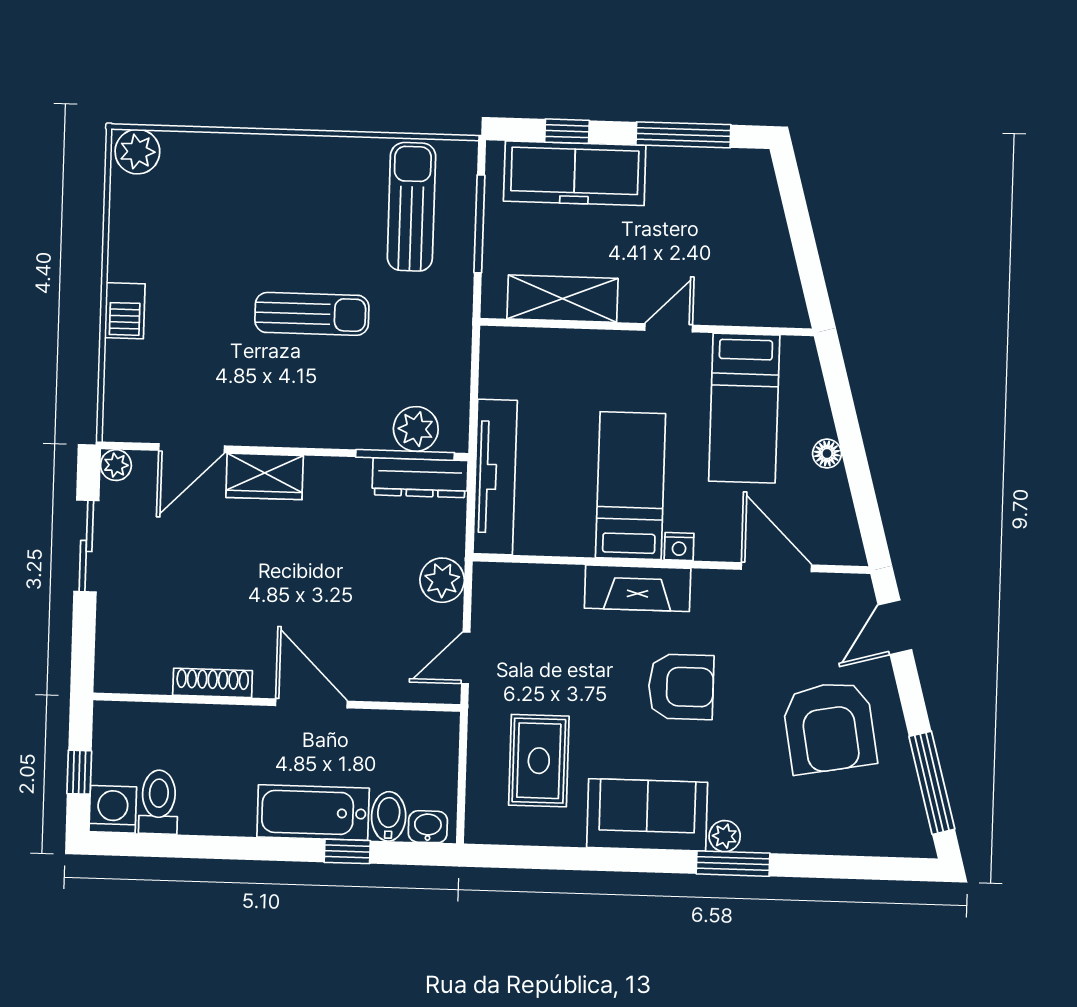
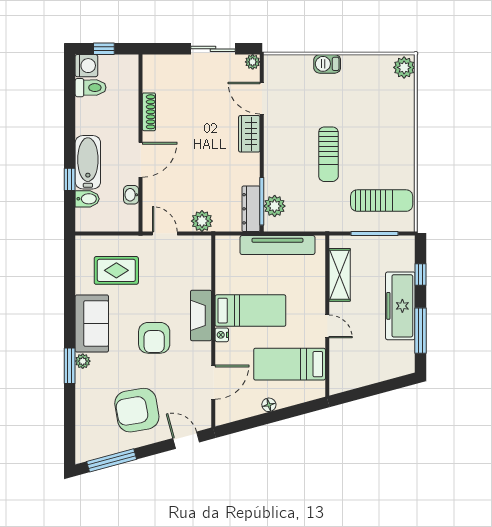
freezer: (575, 173) -> (400, 306), moved
tv unit: (495, 477) -> (277, 245), moved
washbasin: (428, 827) -> (131, 195), moved, turned 180

